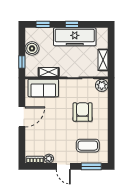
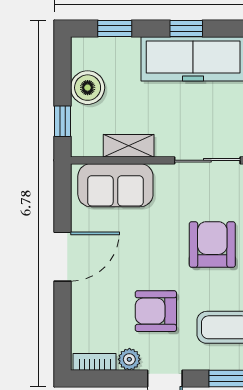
armchair: (60, 139) -> (156, 311), added

